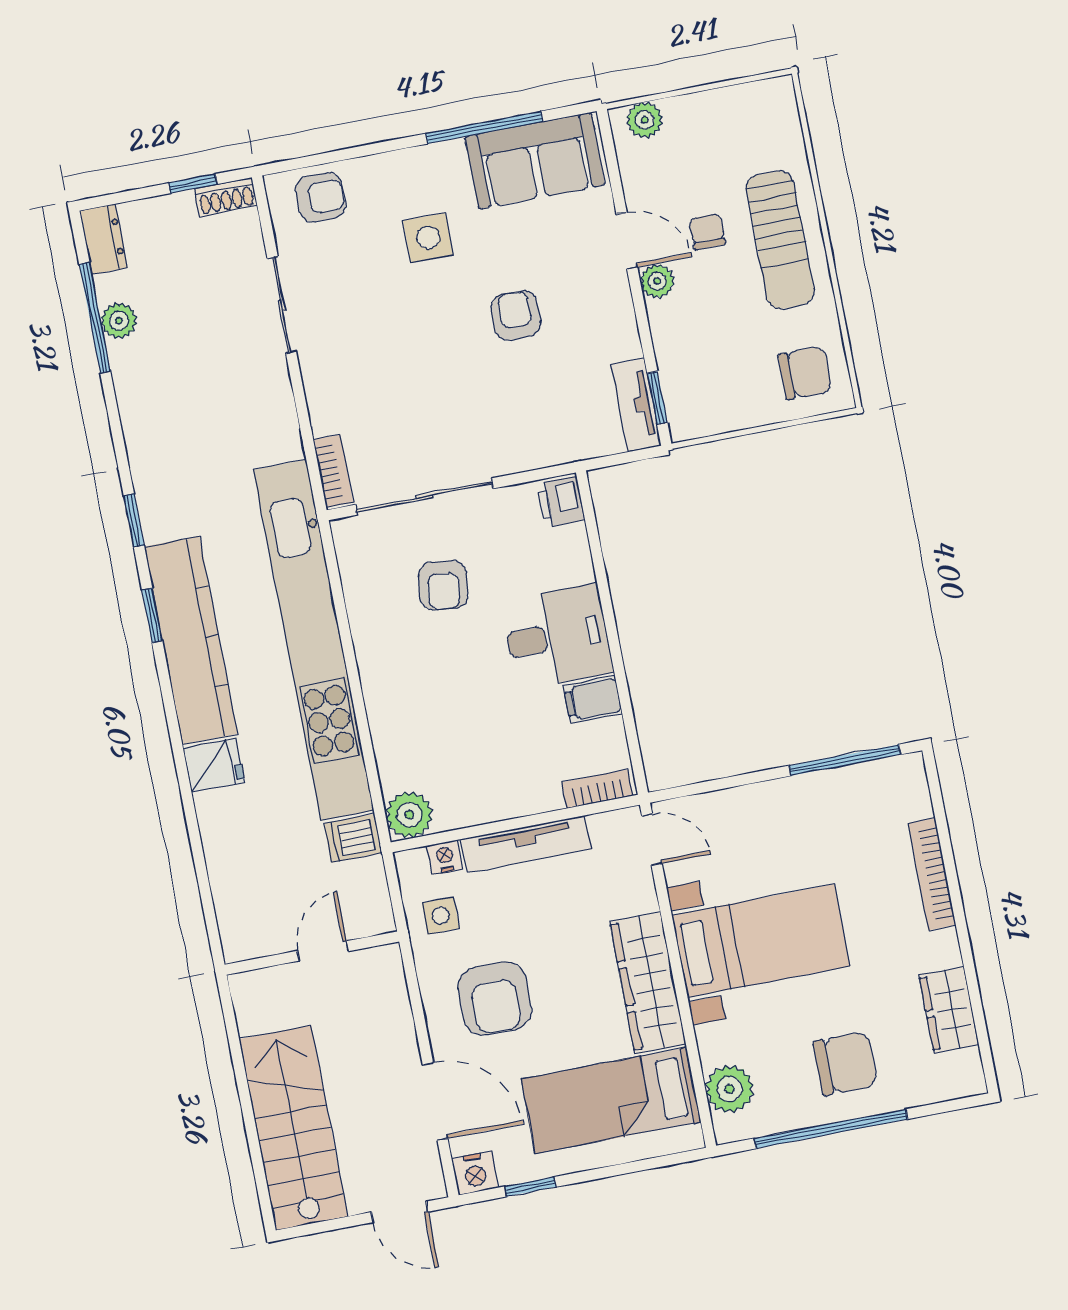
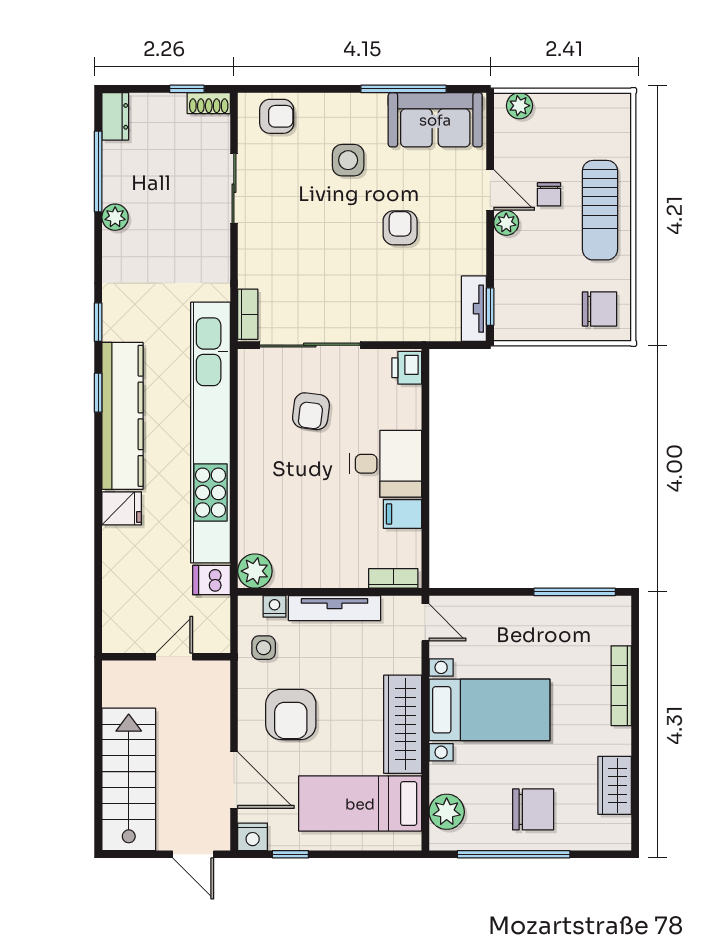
chair: (707, 232) -> (549, 194), turned 180
plant: (119, 321) -> (115, 217), moved

